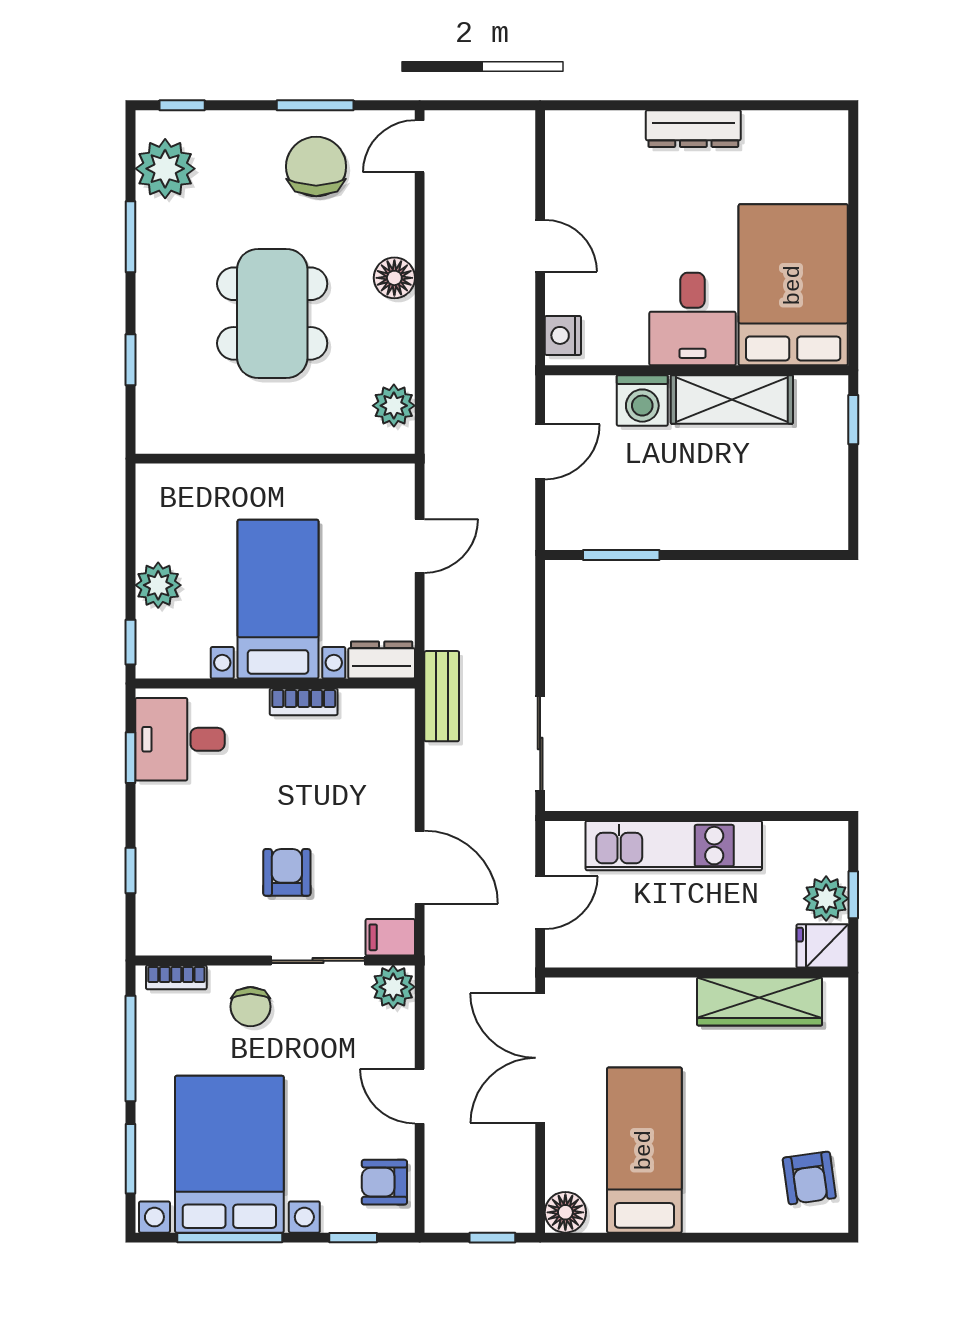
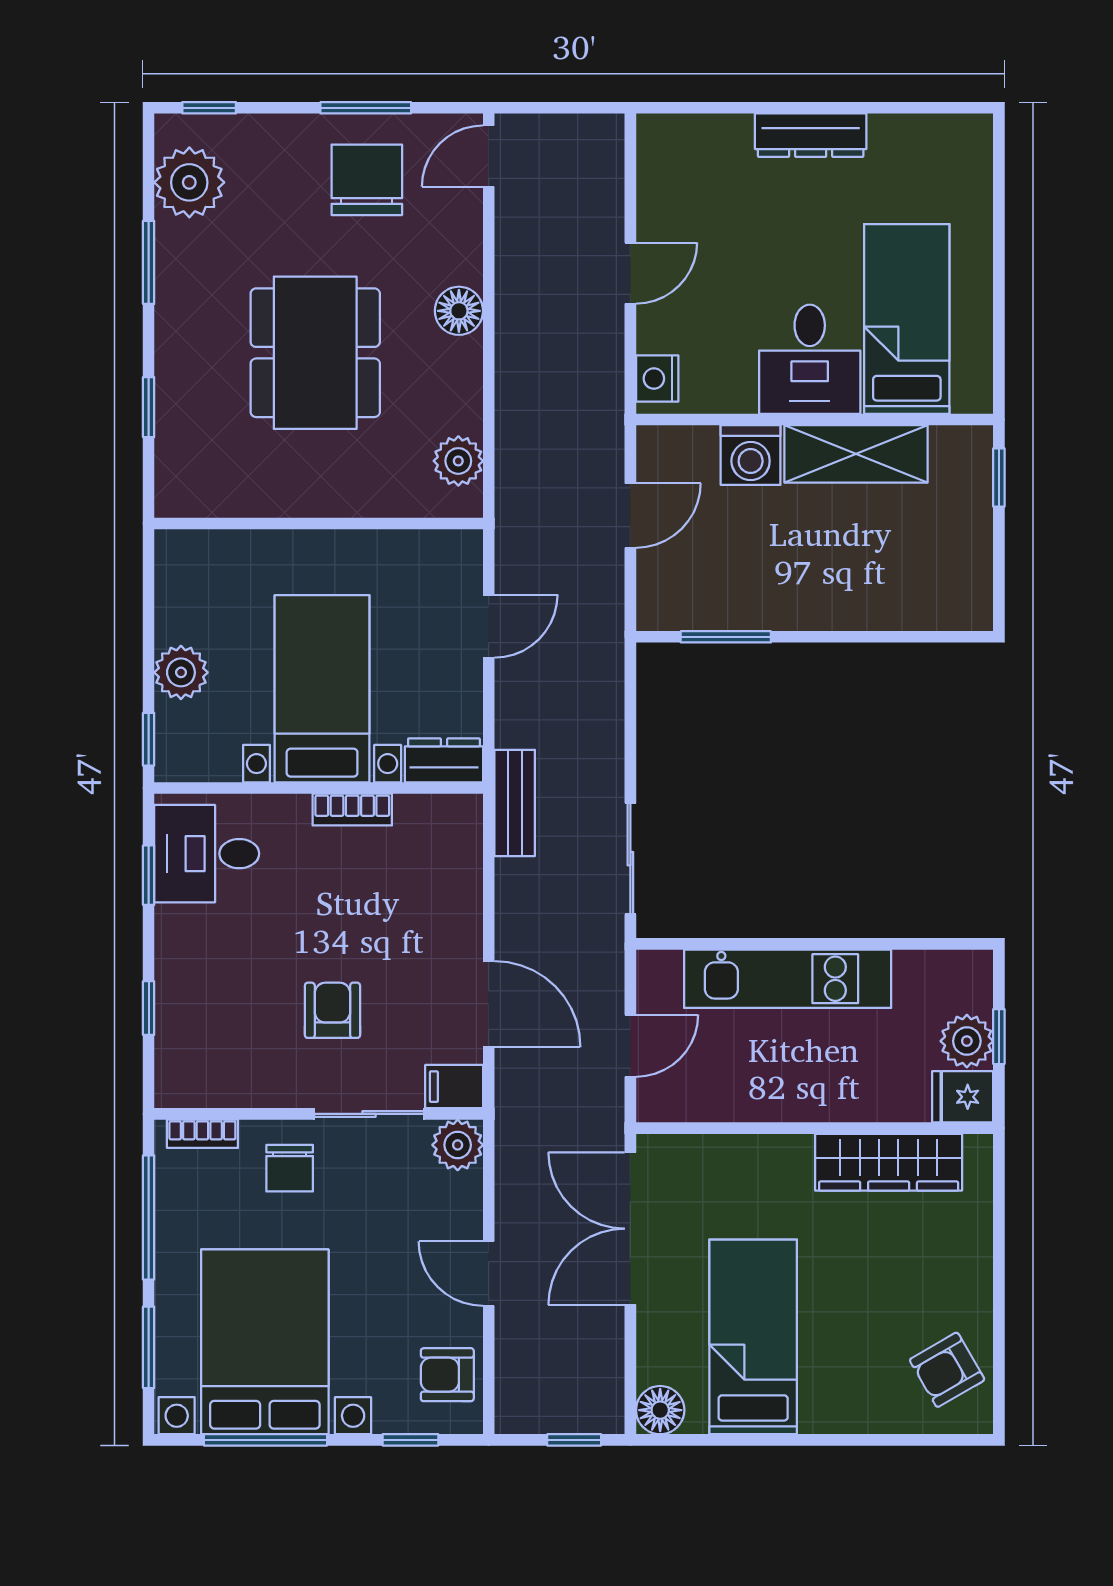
door: (540, 246) -> (630, 273), hinge flipped
bed: (793, 285) -> (907, 319), width x0.67
armchair: (809, 1178) -> (947, 1370), turned 68

